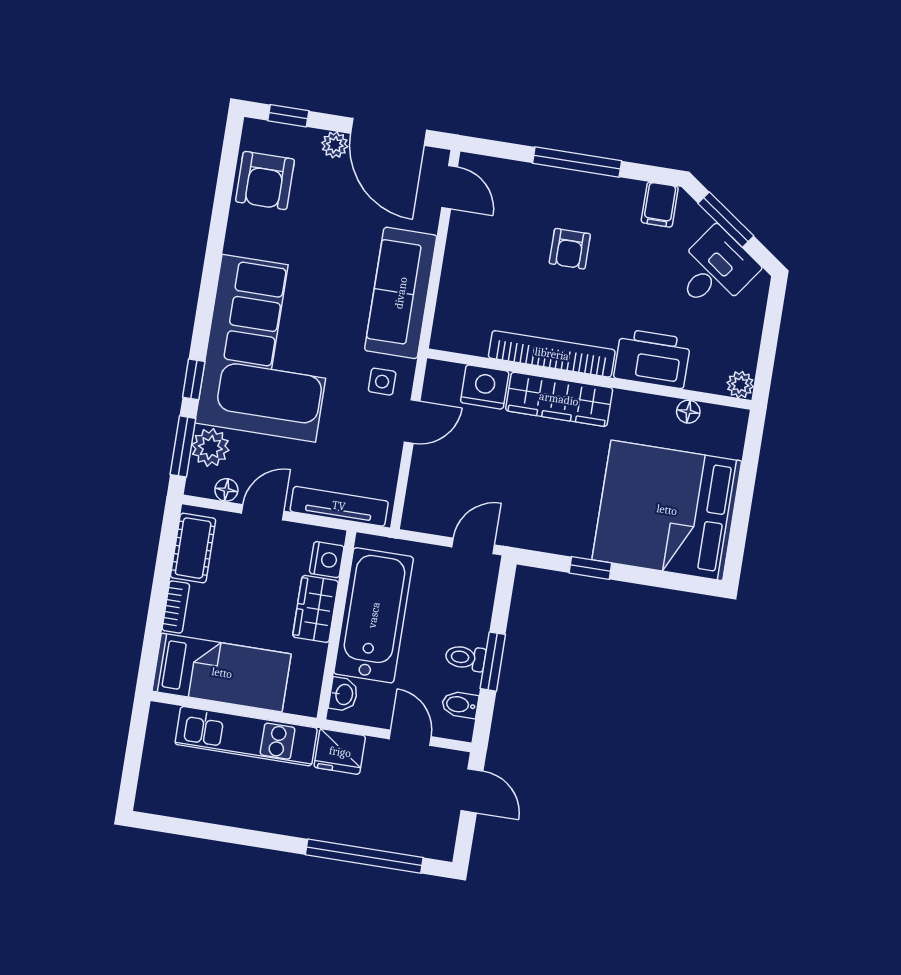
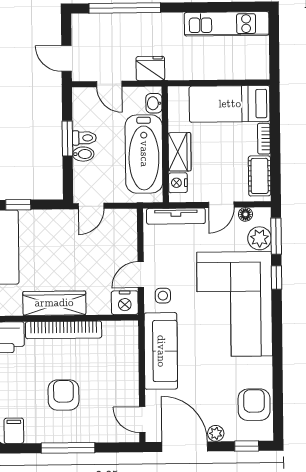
armchair: (570, 249) -> (63, 395), width x1.38, depth x1.38
nightstand: (485, 387) -> (125, 303), moved
bidet: (460, 705) -> (83, 154), moved
kitchen unit: (246, 736) -> (227, 24), moved, turned 180

